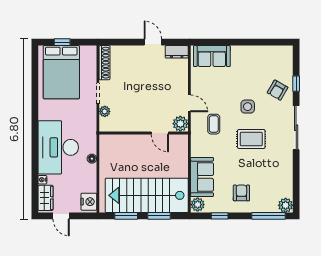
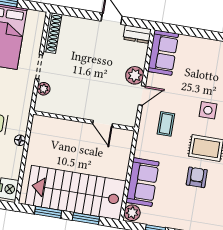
sofa: (212, 56) -> (163, 53), moved, turned -90
door: (189, 103) -> (142, 96), hinge flipped
plant: (180, 124) -> (135, 75), moved
armchair: (241, 193) -> (197, 177), moved

